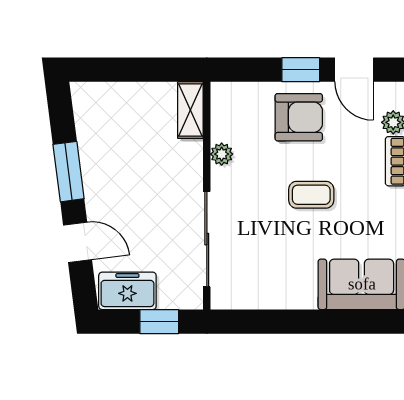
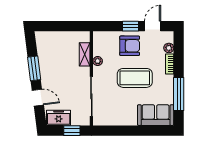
door: (354, 70) -> (153, 26), swing flipped
shelving: (190, 110) -> (85, 54), moved
coffee table: (311, 195) -> (135, 78), width x1.86, depth x1.72

